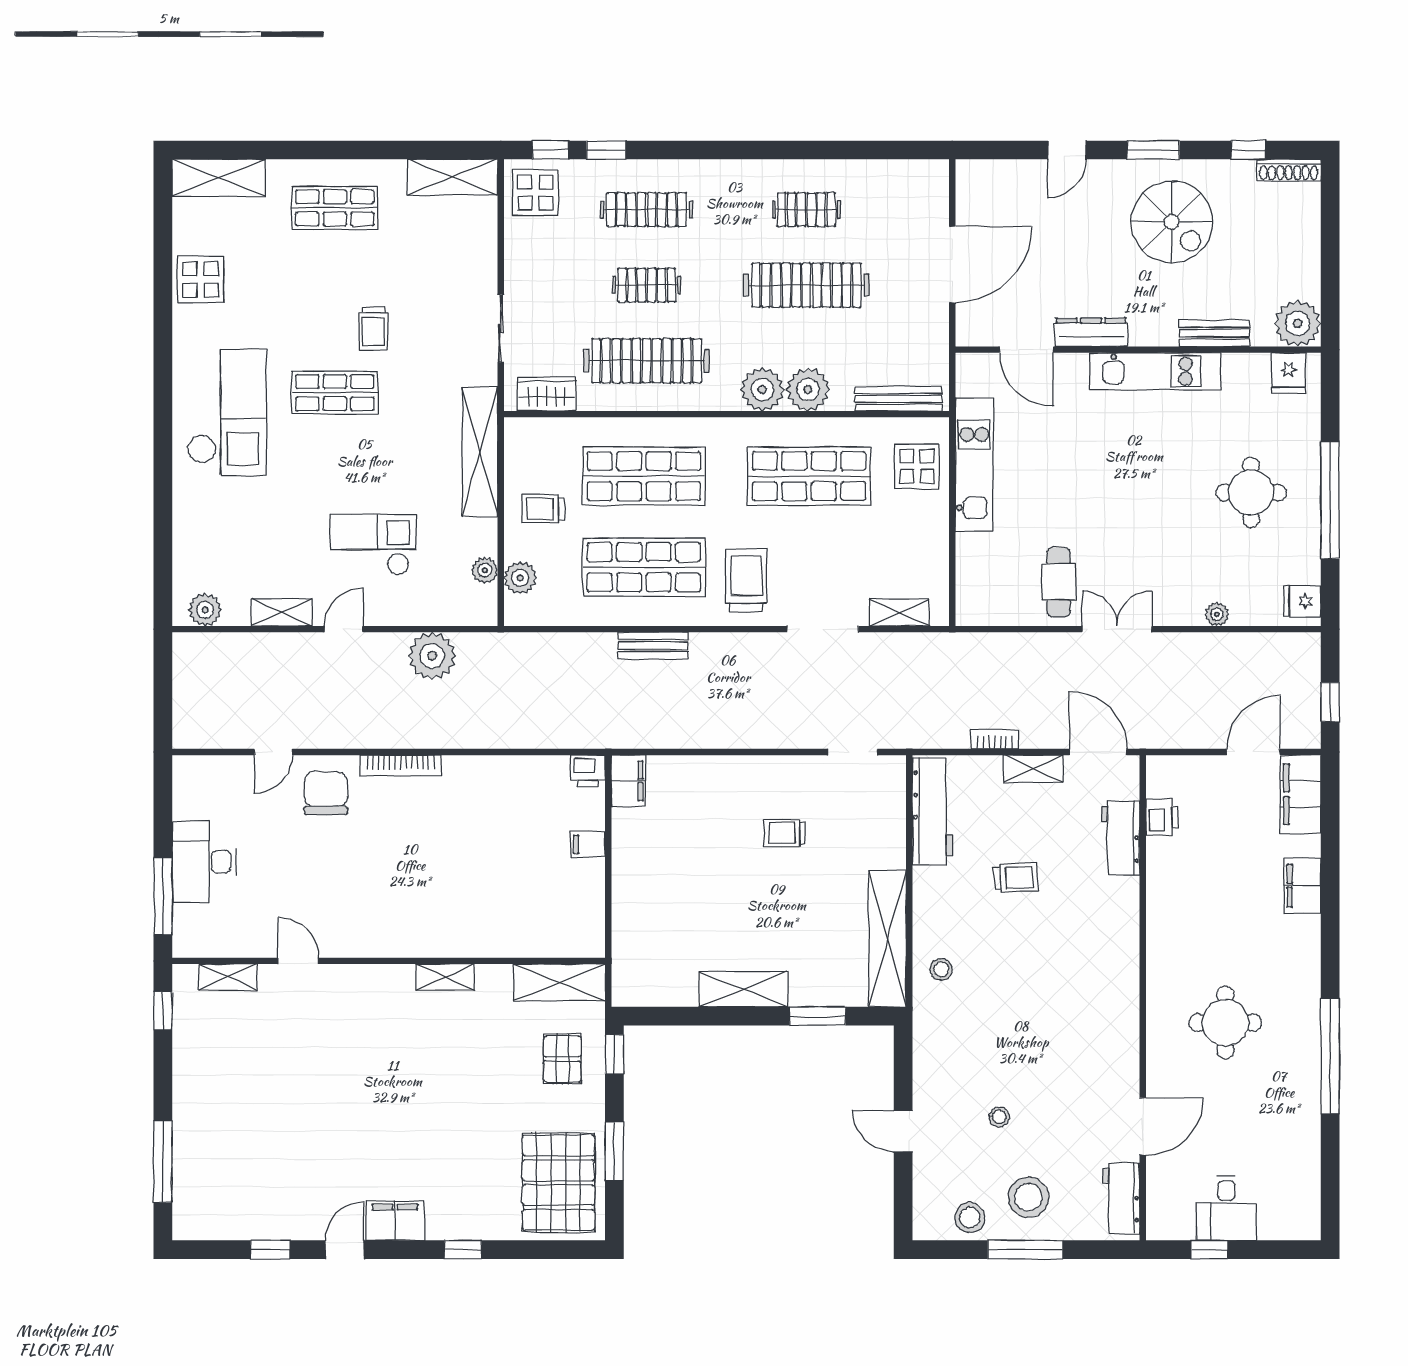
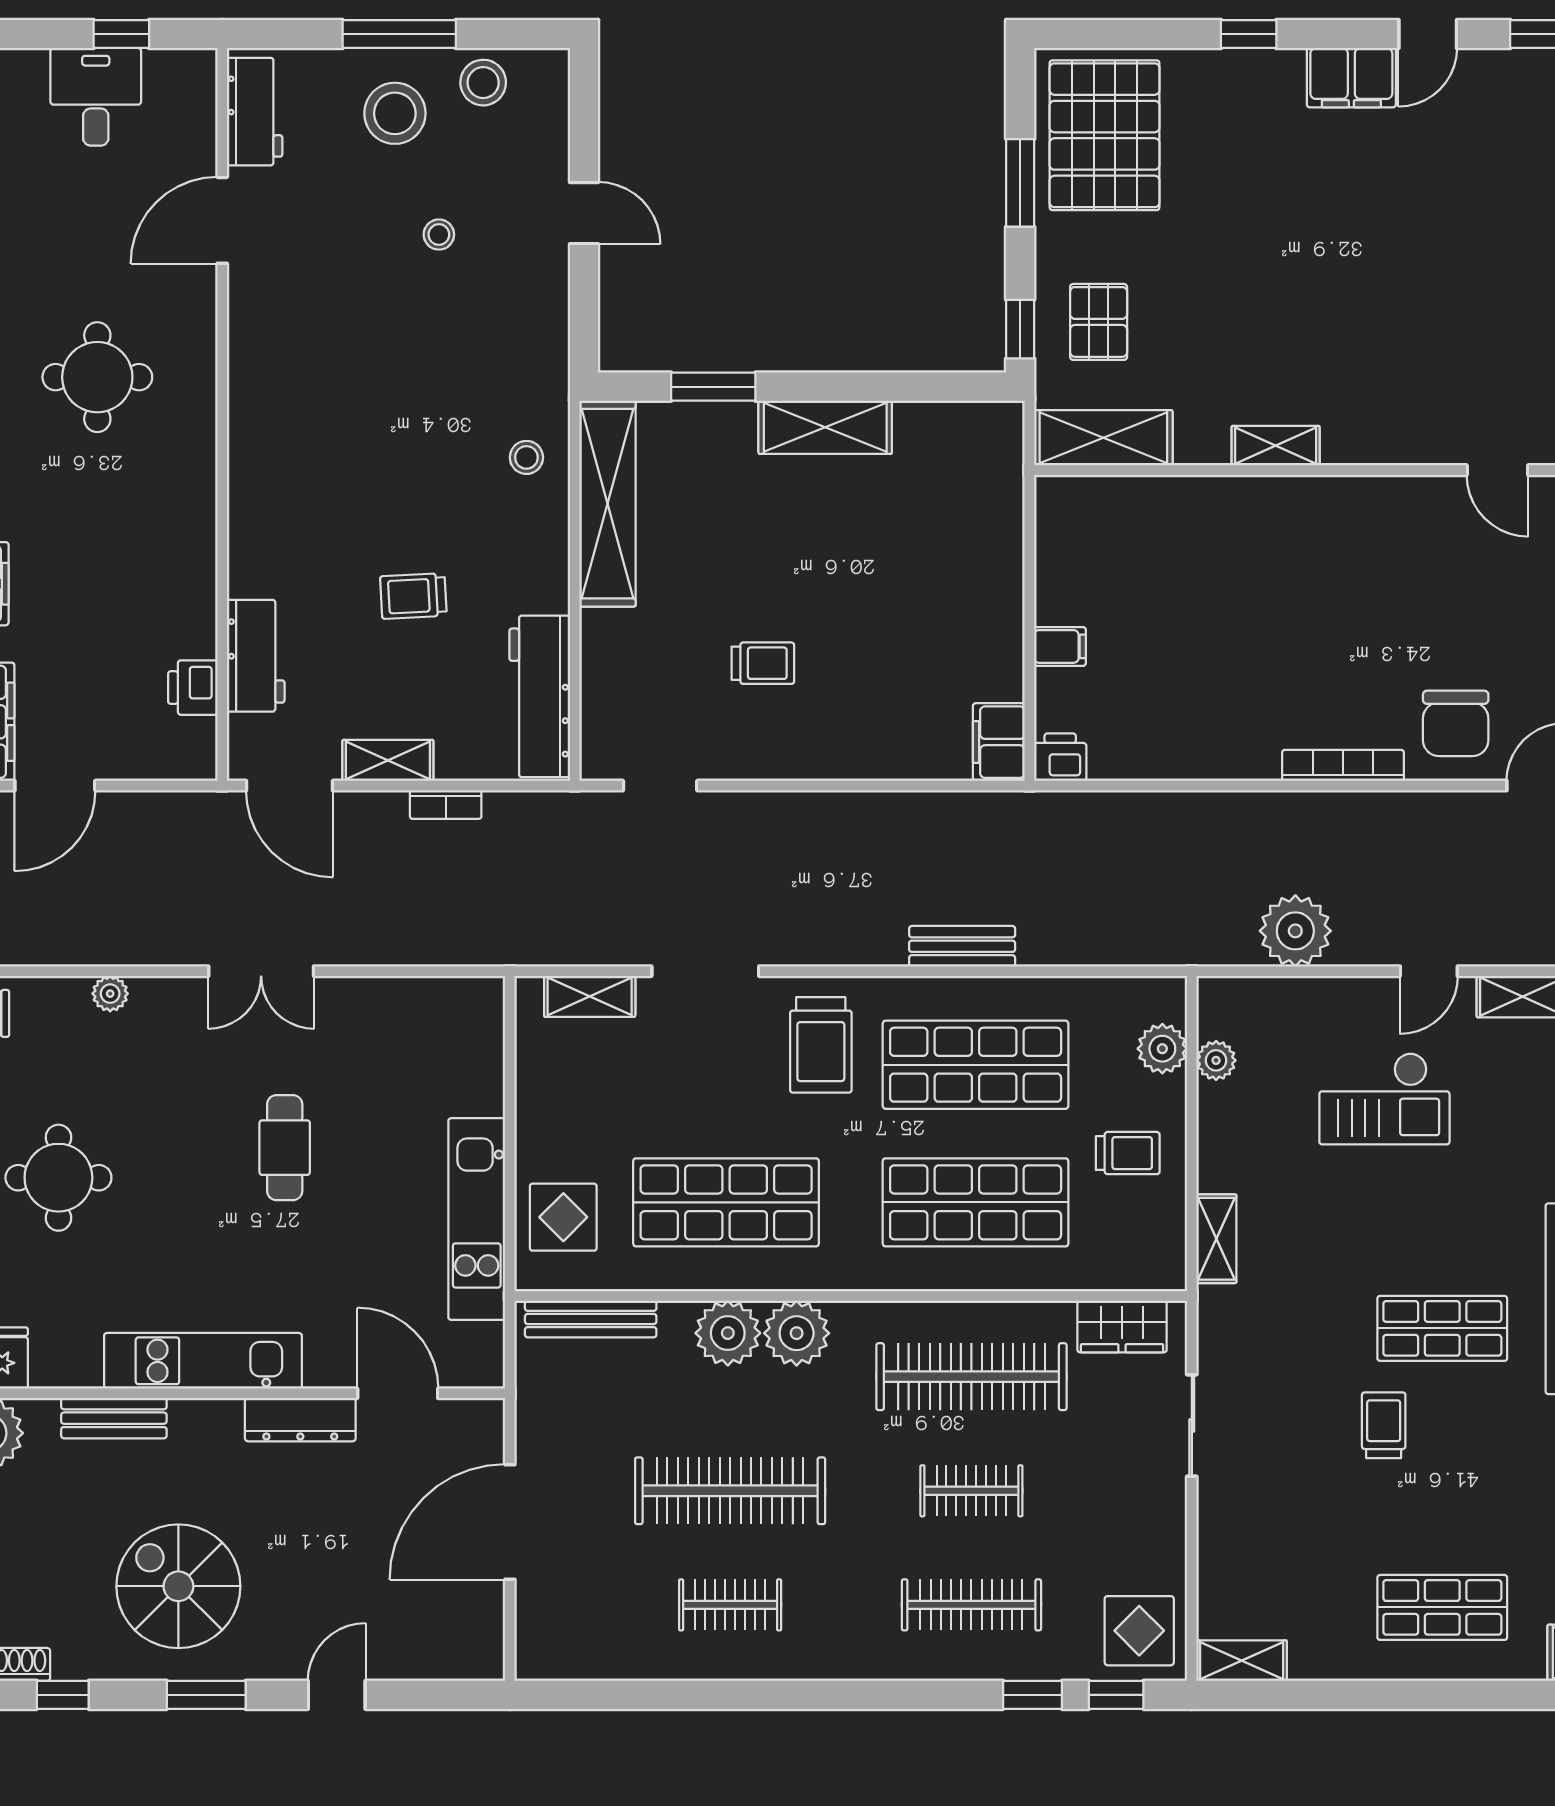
shelving: (453, 177) -> (1242, 1661), width x0.67, depth x0.75
shelving: (480, 452) -> (1216, 1239), width x0.45, depth x0.75
cafe table: (1059, 582) -> (285, 1148), moved

